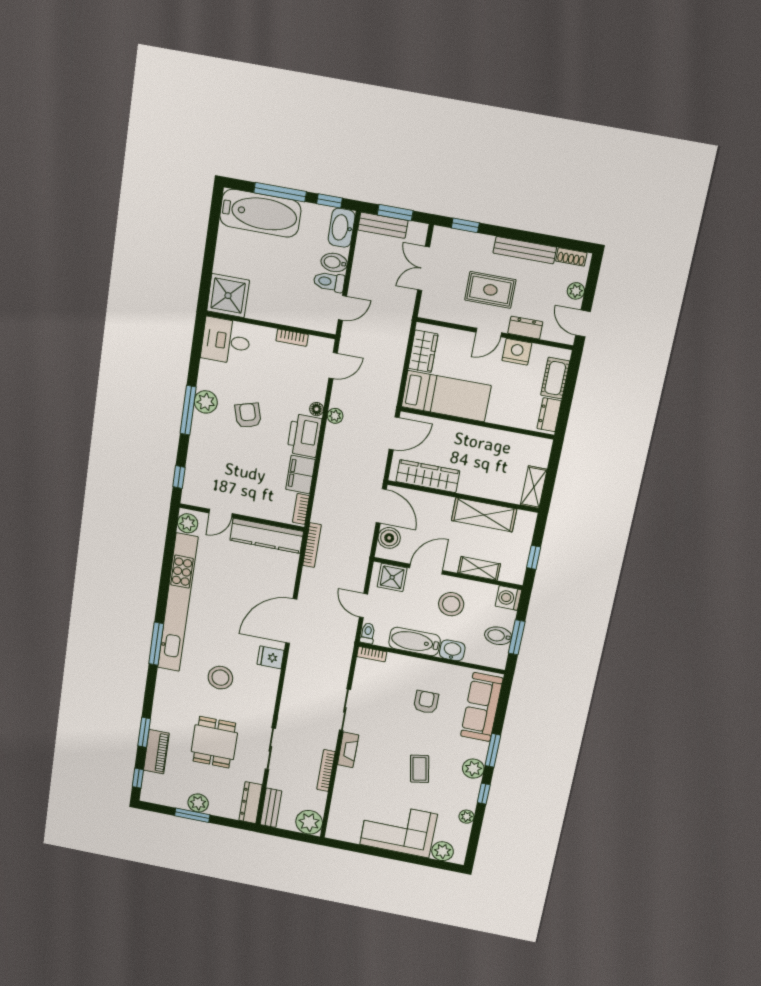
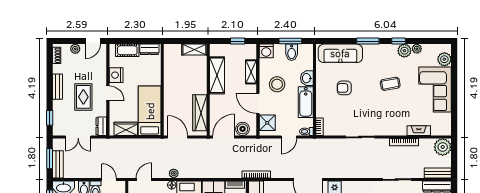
bench: (525, 250) -> (58, 87), width x0.73
dresser: (525, 328) -> (101, 126), moved
door: (333, 366) -> (144, 180), hinge flipped
fireplace: (348, 750) -> (419, 131), moved
plant: (473, 769) -> (404, 51), moved

